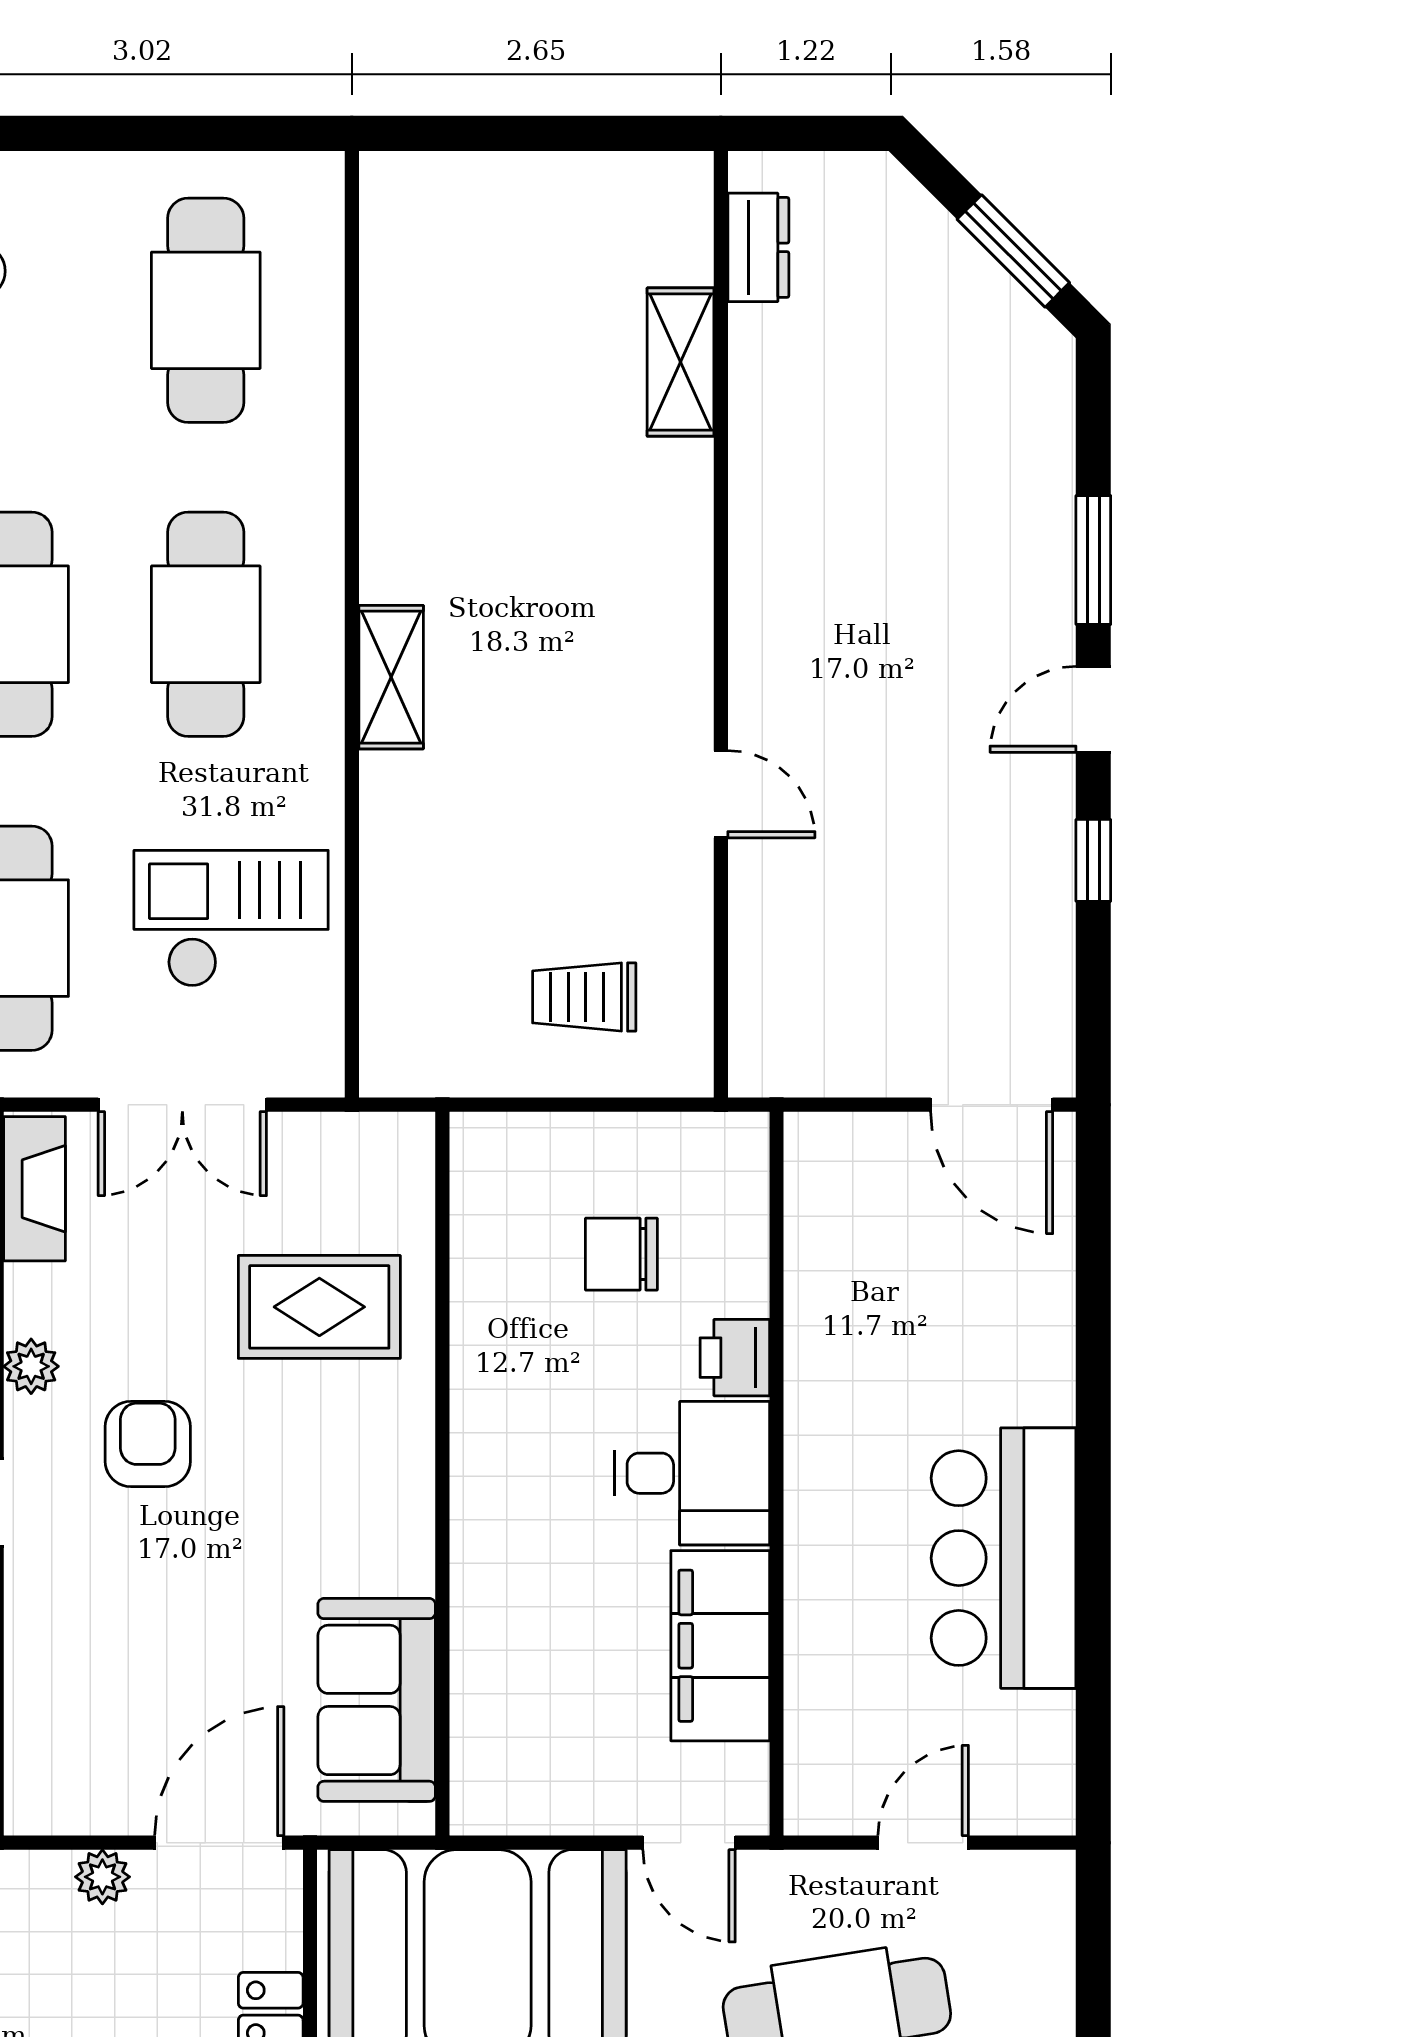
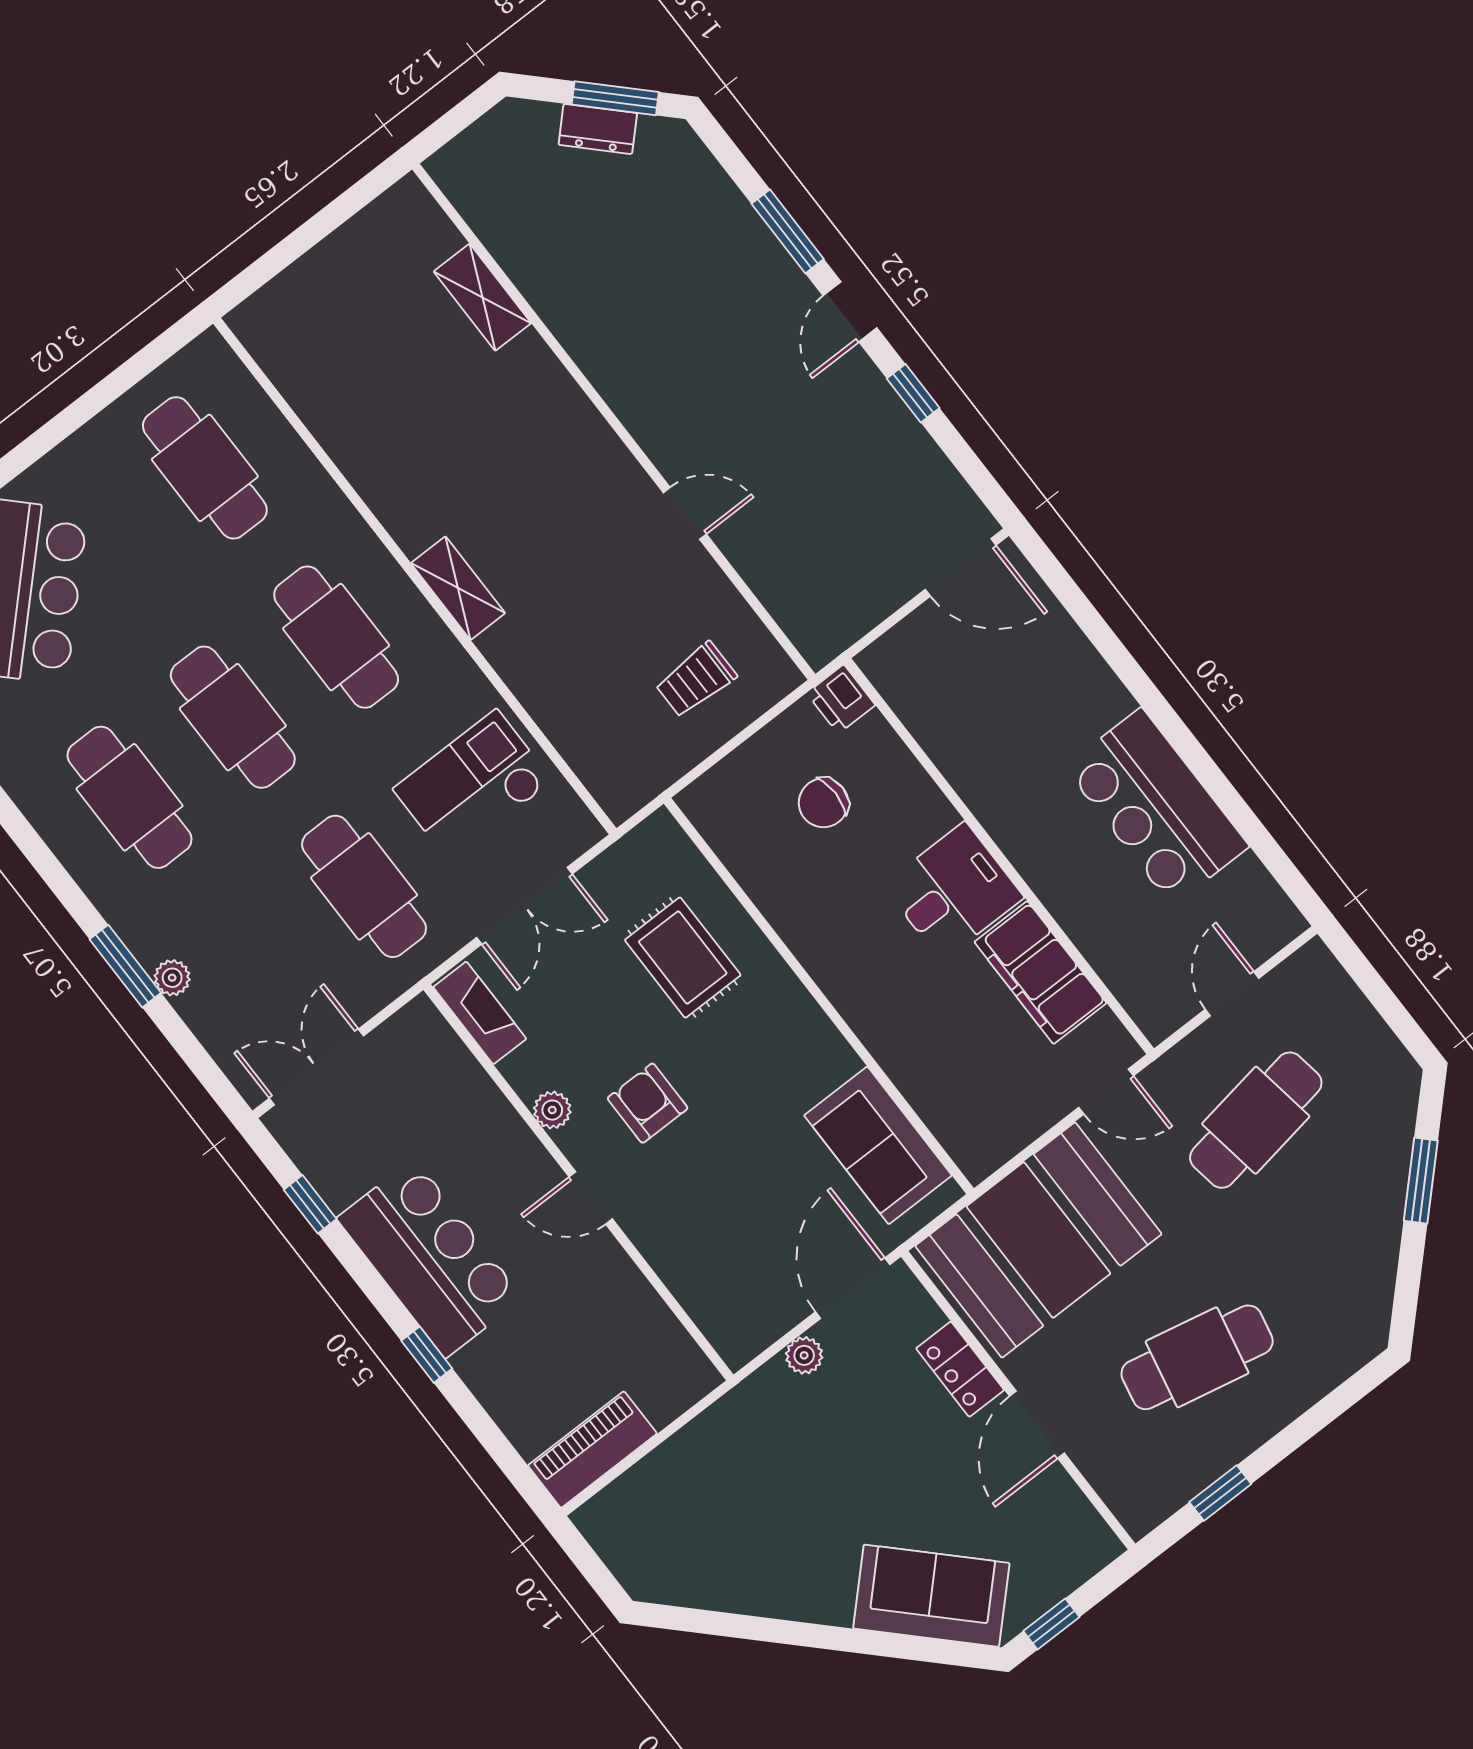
dresser: (758, 247) -> (598, 129), moved, turned 135
rug: (319, 1307) -> (683, 958), turned 90
printer: (735, 1358) -> (841, 699), moved

